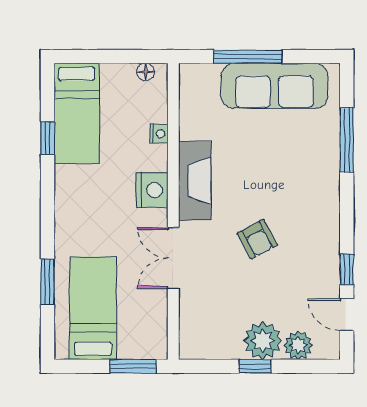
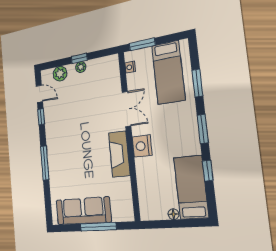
floor lamp: (145, 72) -> (173, 214), moved
nightstand: (159, 134) -> (130, 67), moved
window: (347, 140) -> (45, 163), moved
window: (47, 206) -> (203, 129), added
armchair: (257, 239) -> (84, 126), removed
plant: (263, 341) -> (81, 67), width x0.53, depth x0.53

